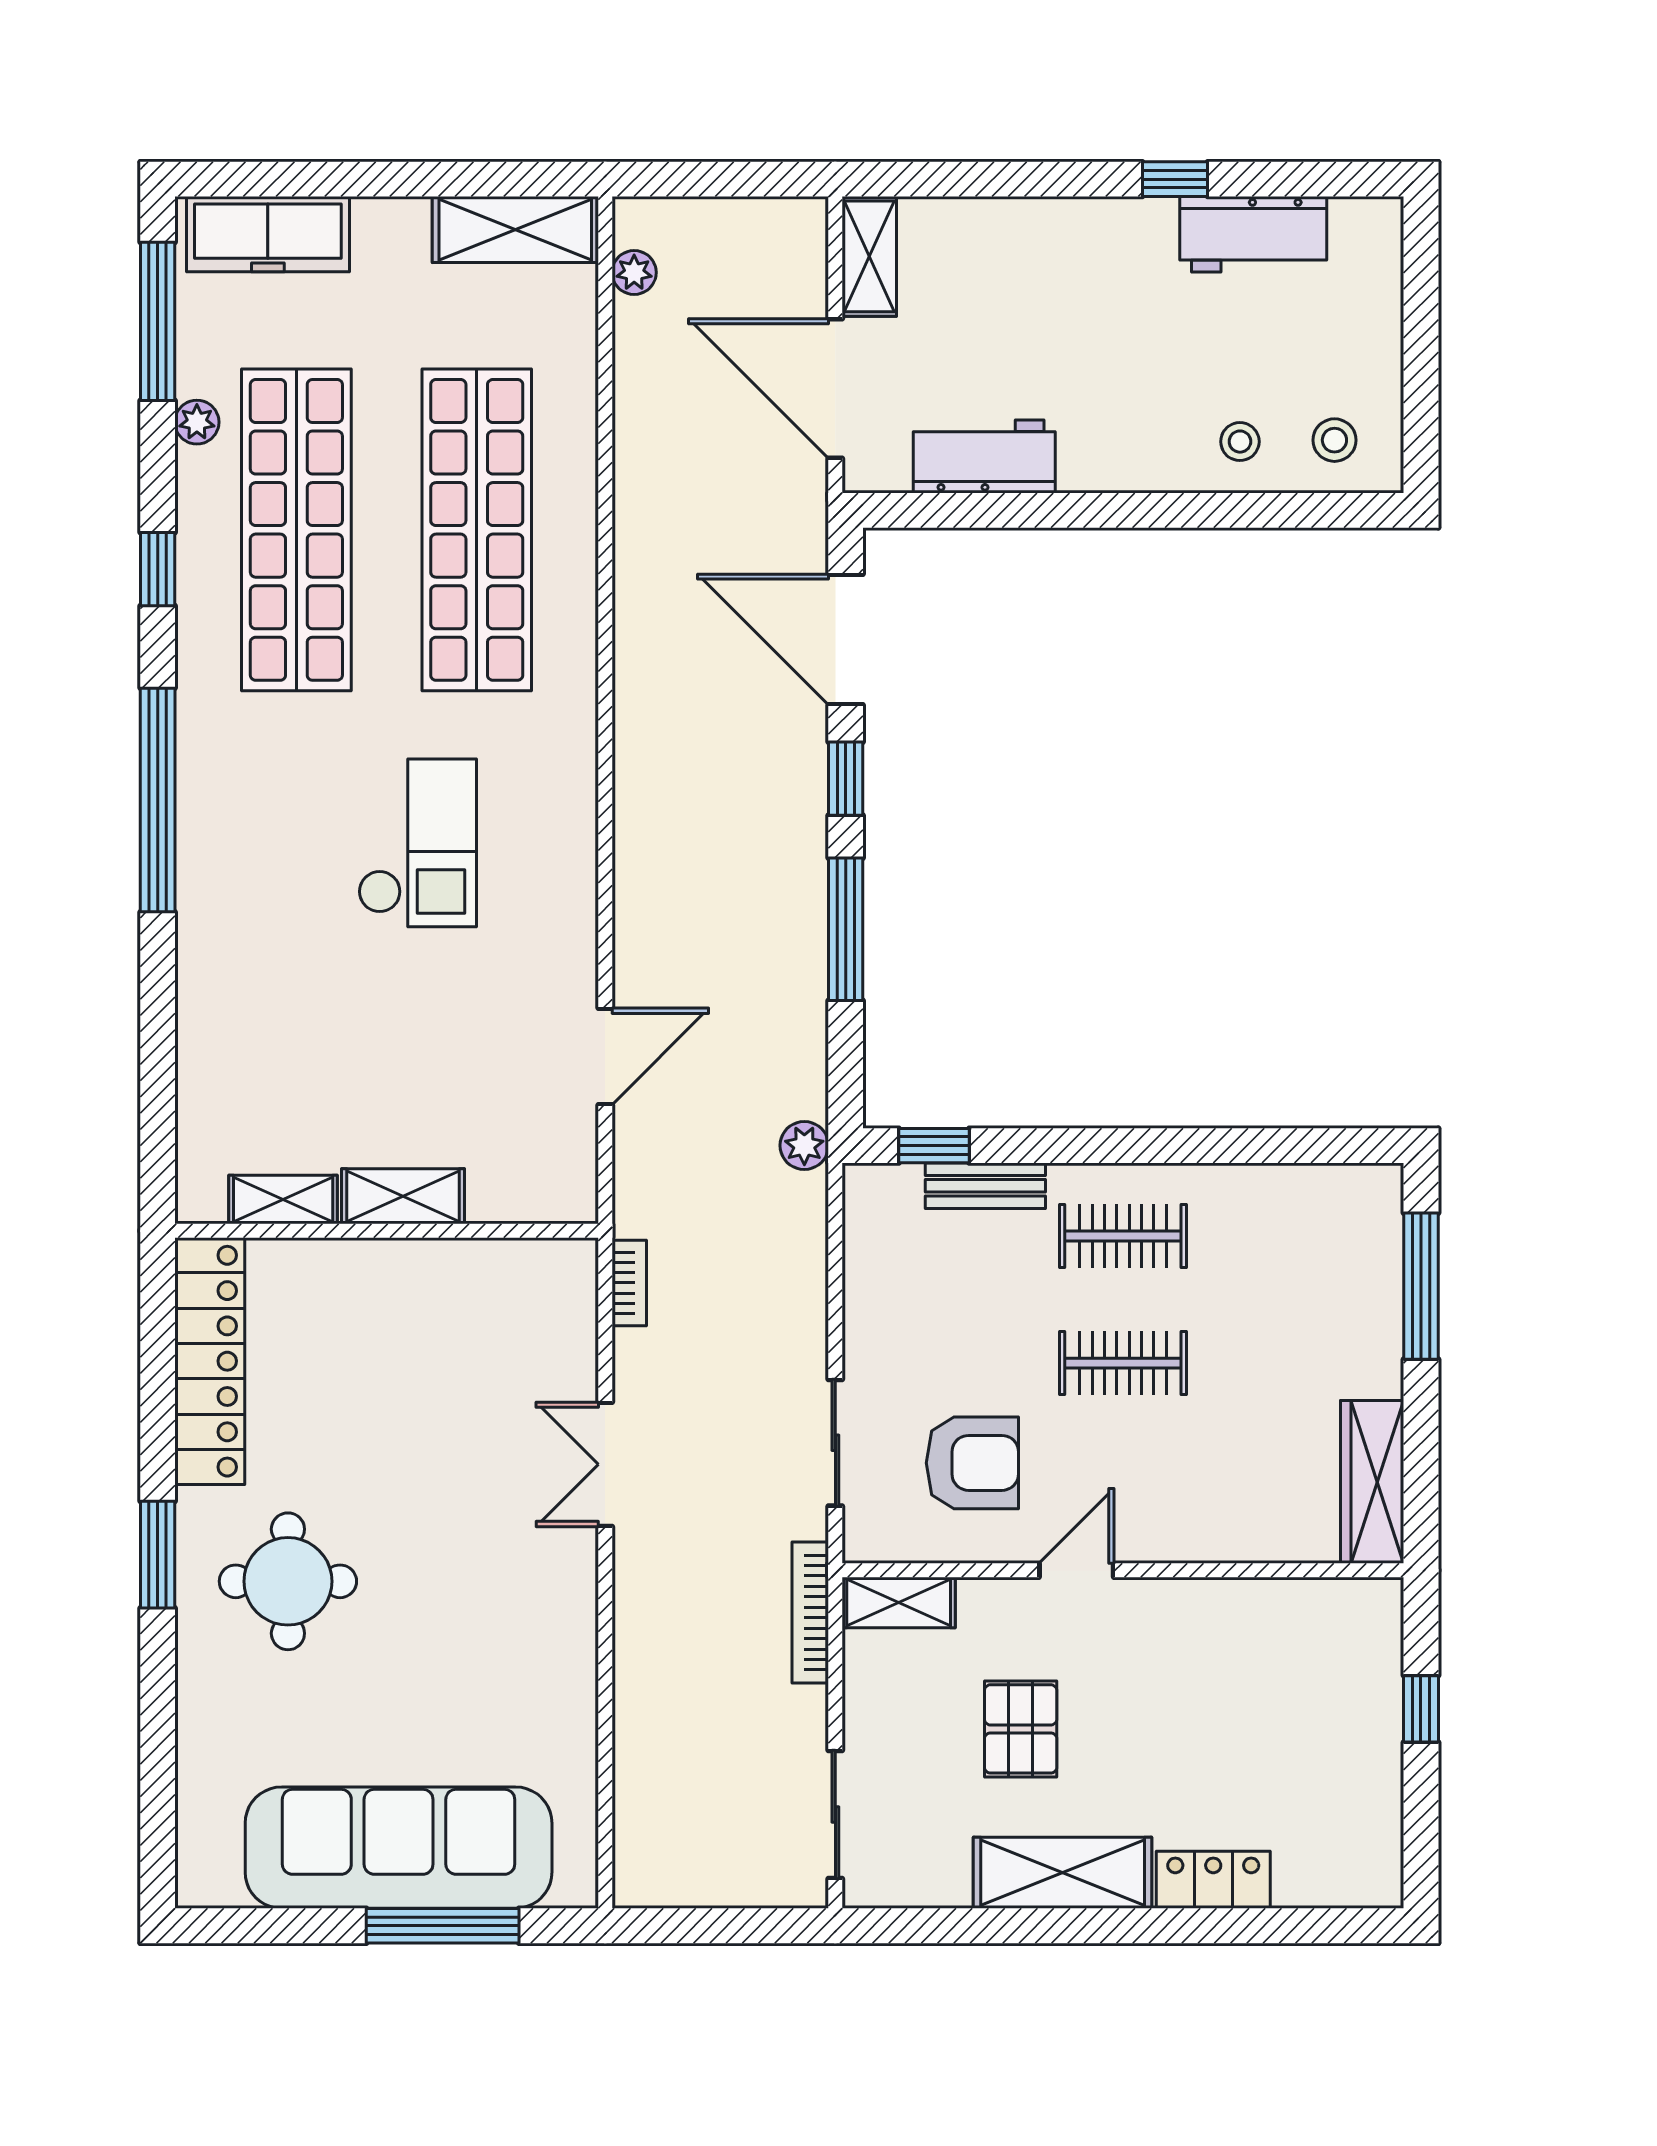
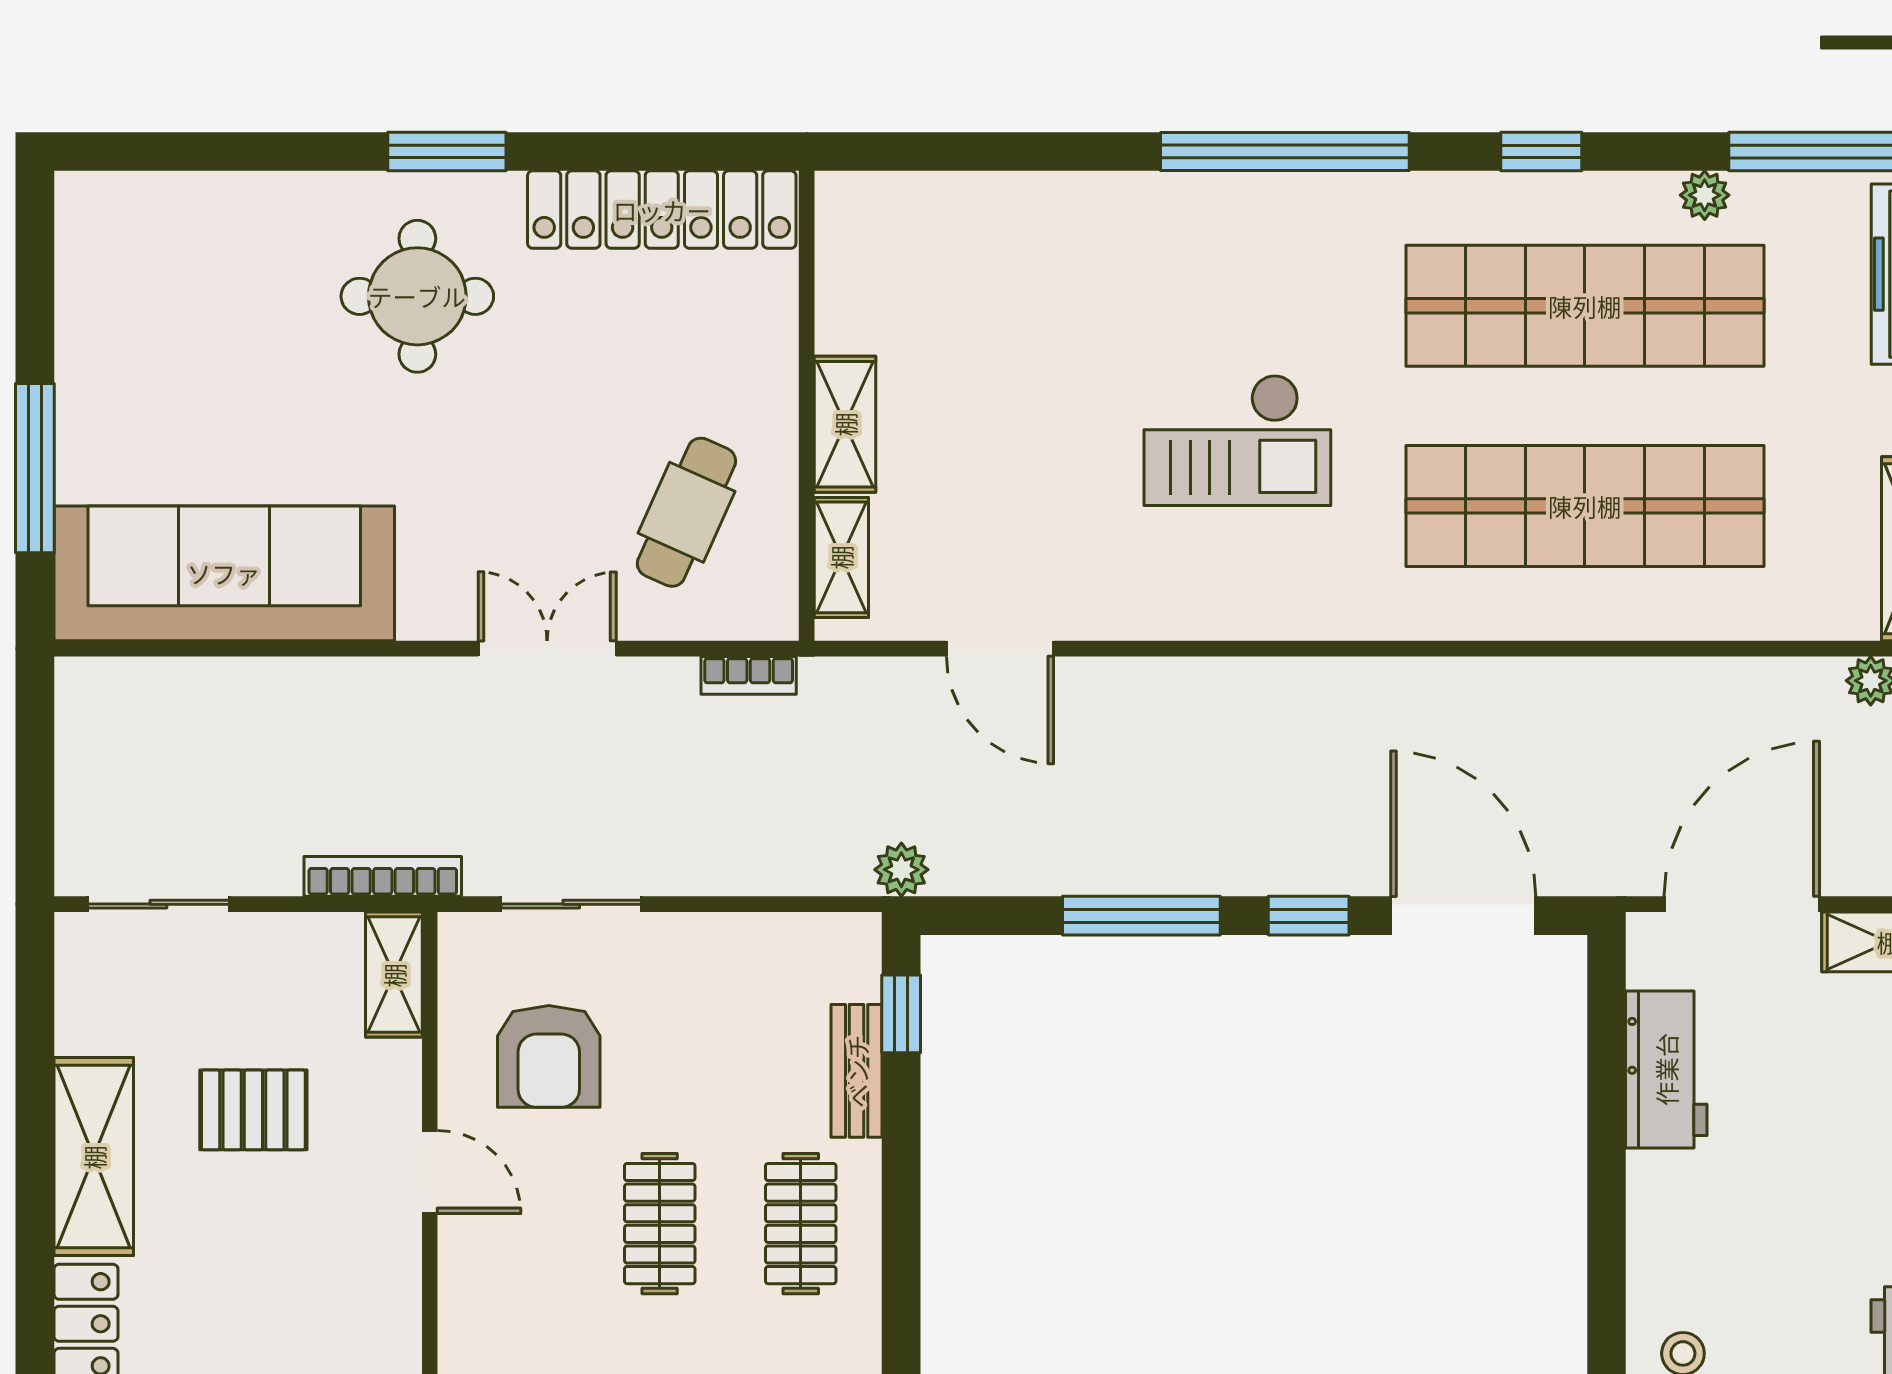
door: (846, 639) -> (1463, 916), hinge flipped
shelving: (283, 1200) -> (841, 557), moved
cafe table: (482, 1339) -> (686, 512), added
sofa: (399, 1848) -> (224, 573), moved, turned -90

